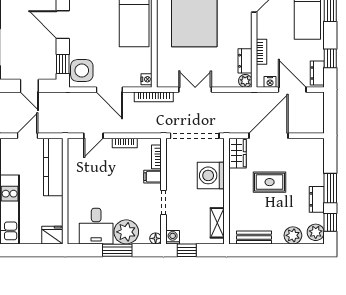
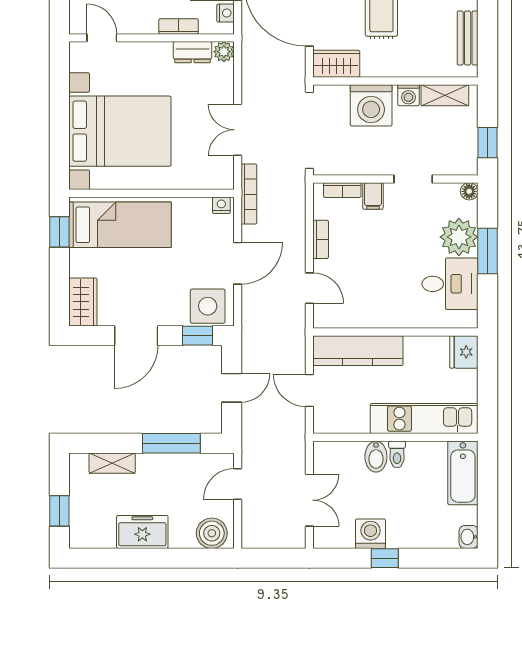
washing machine: (173, 237) -> (408, 95), moved, turned -90

